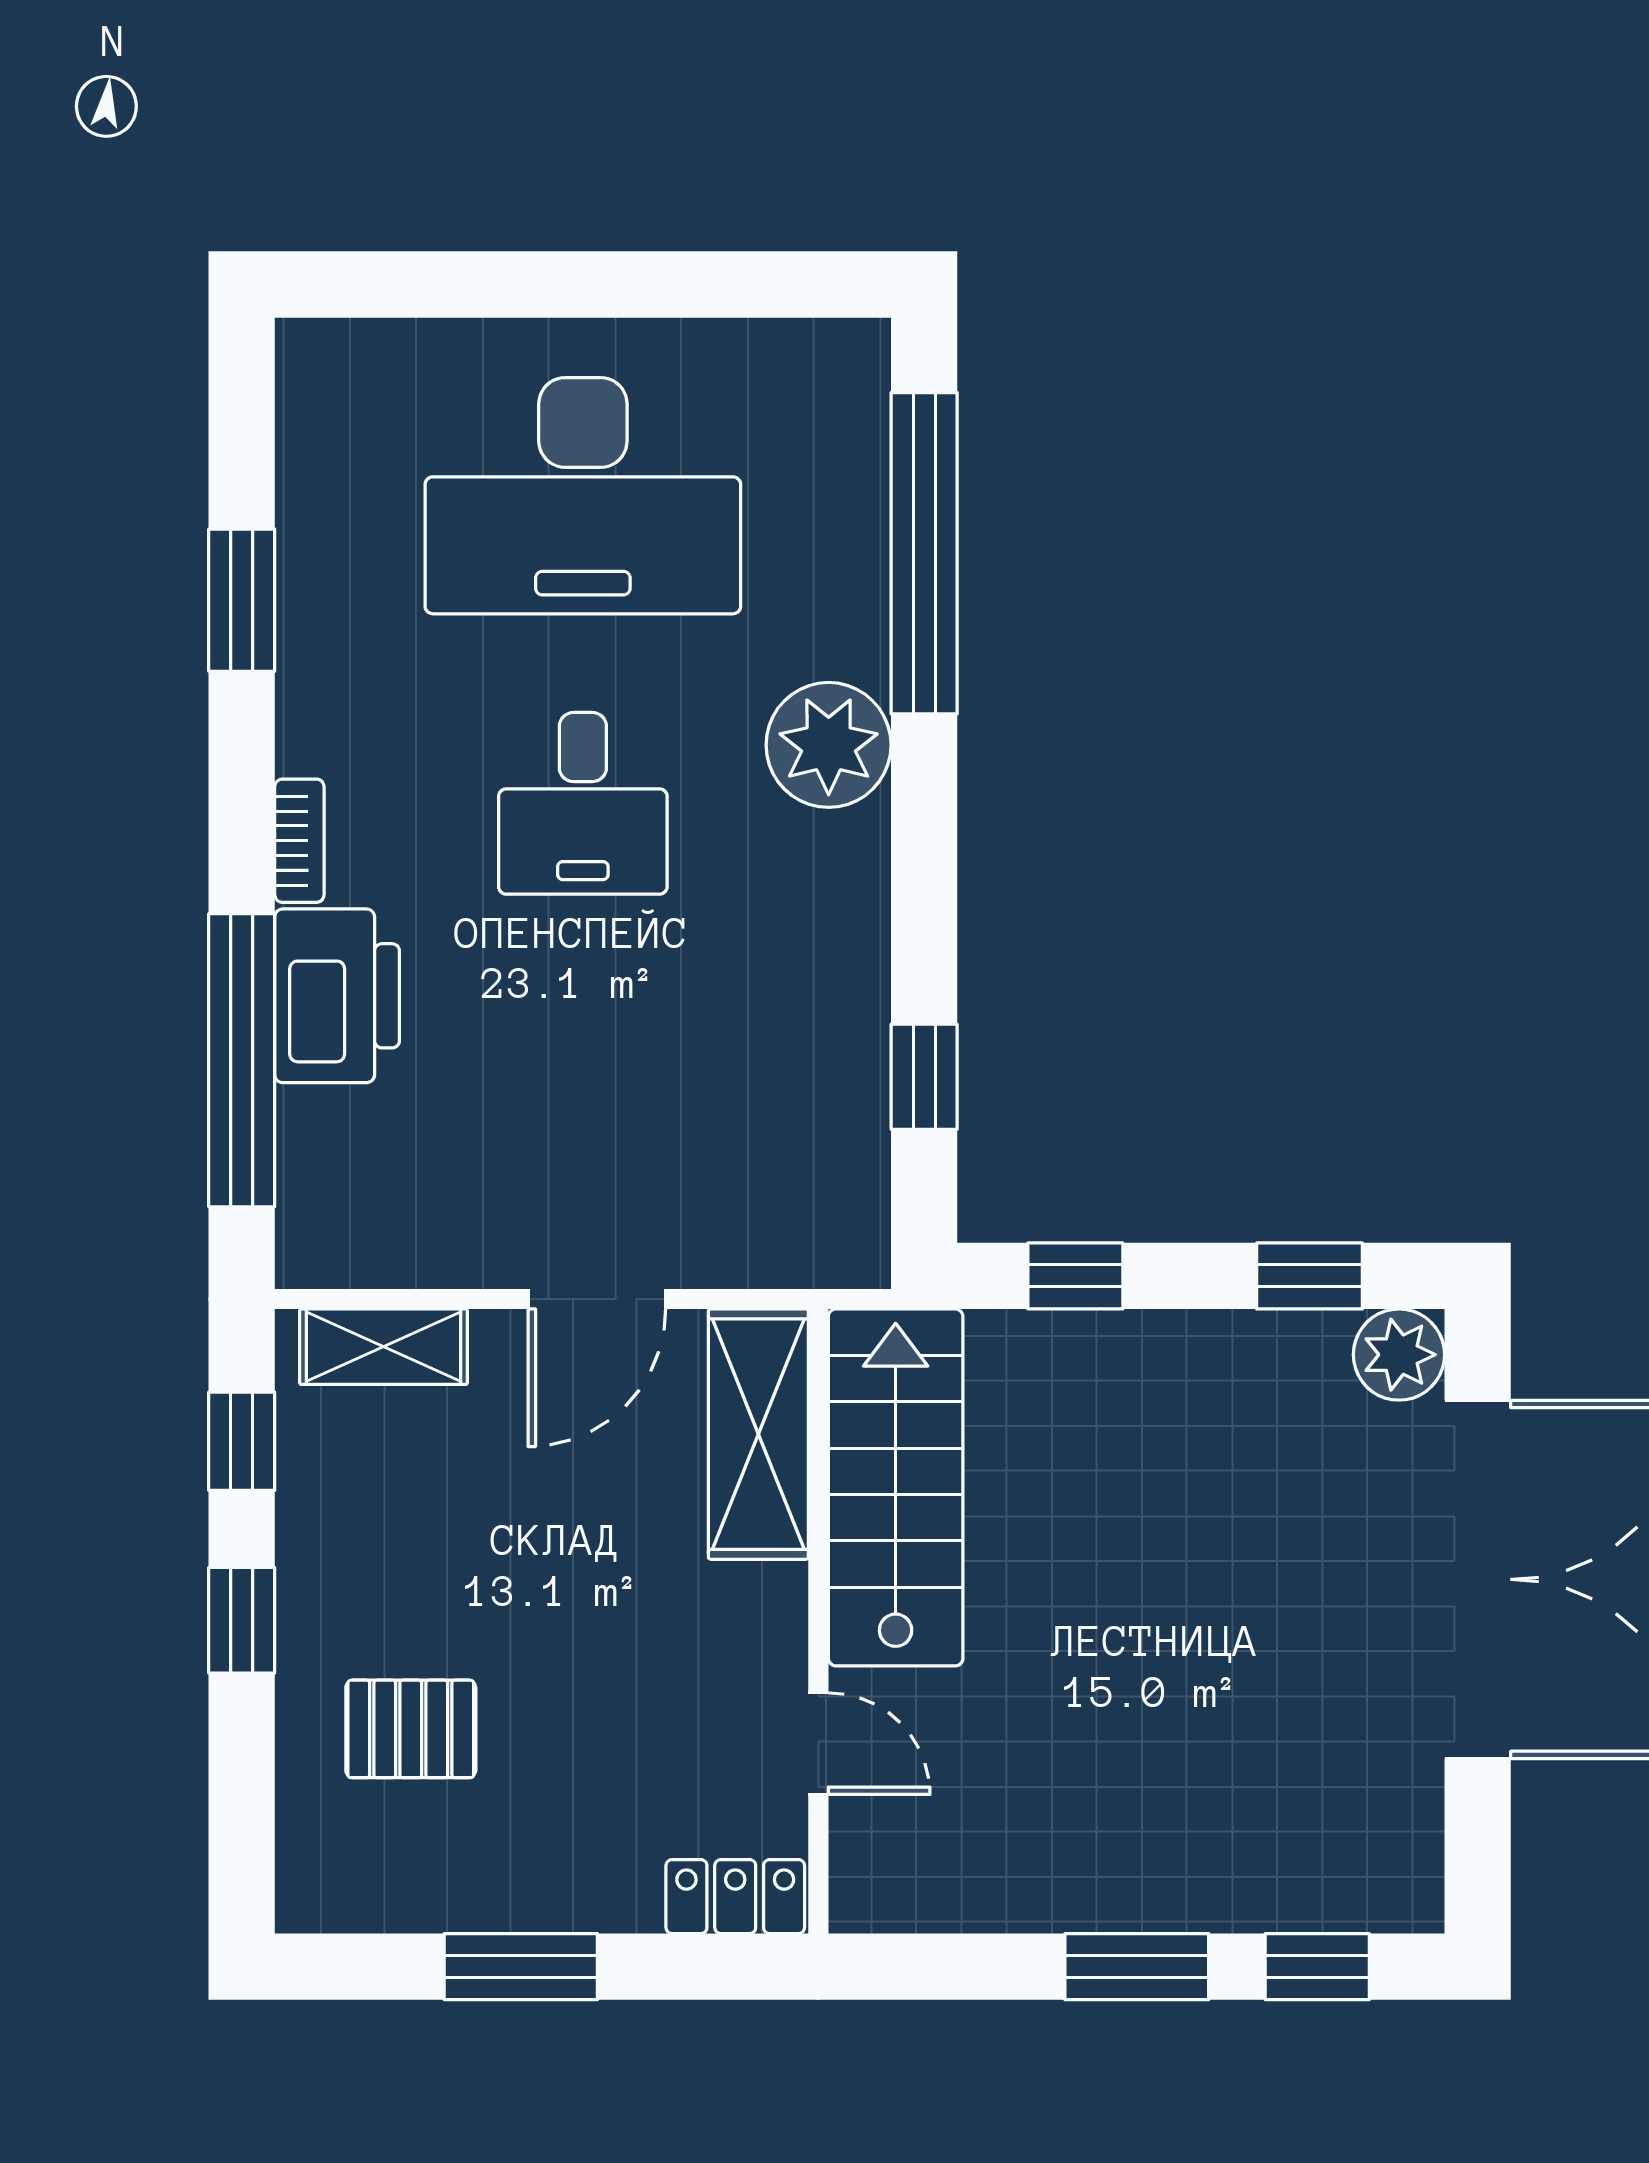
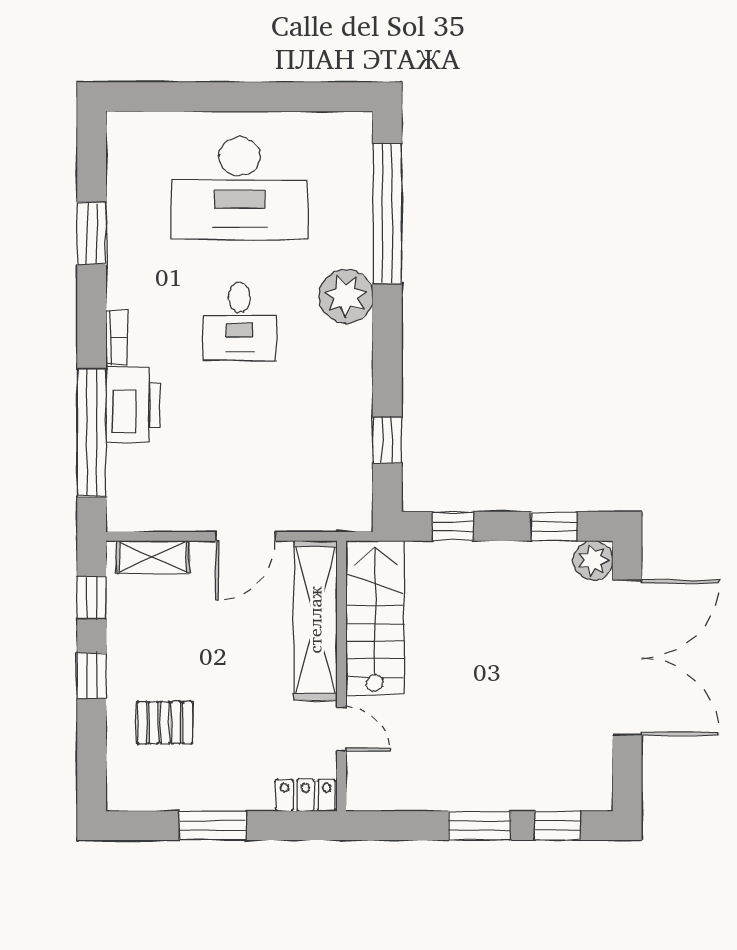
shelving: (758, 1434) -> (315, 620), width x1.47

